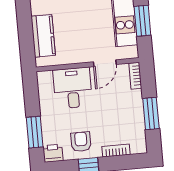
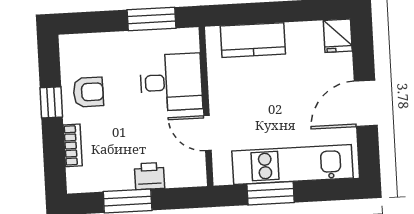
bookcase: (135, 76) -> (186, 179), removed
window: (35, 132) -> (152, 19), moved
printer: (53, 153) -> (149, 176), moved, turned -90

